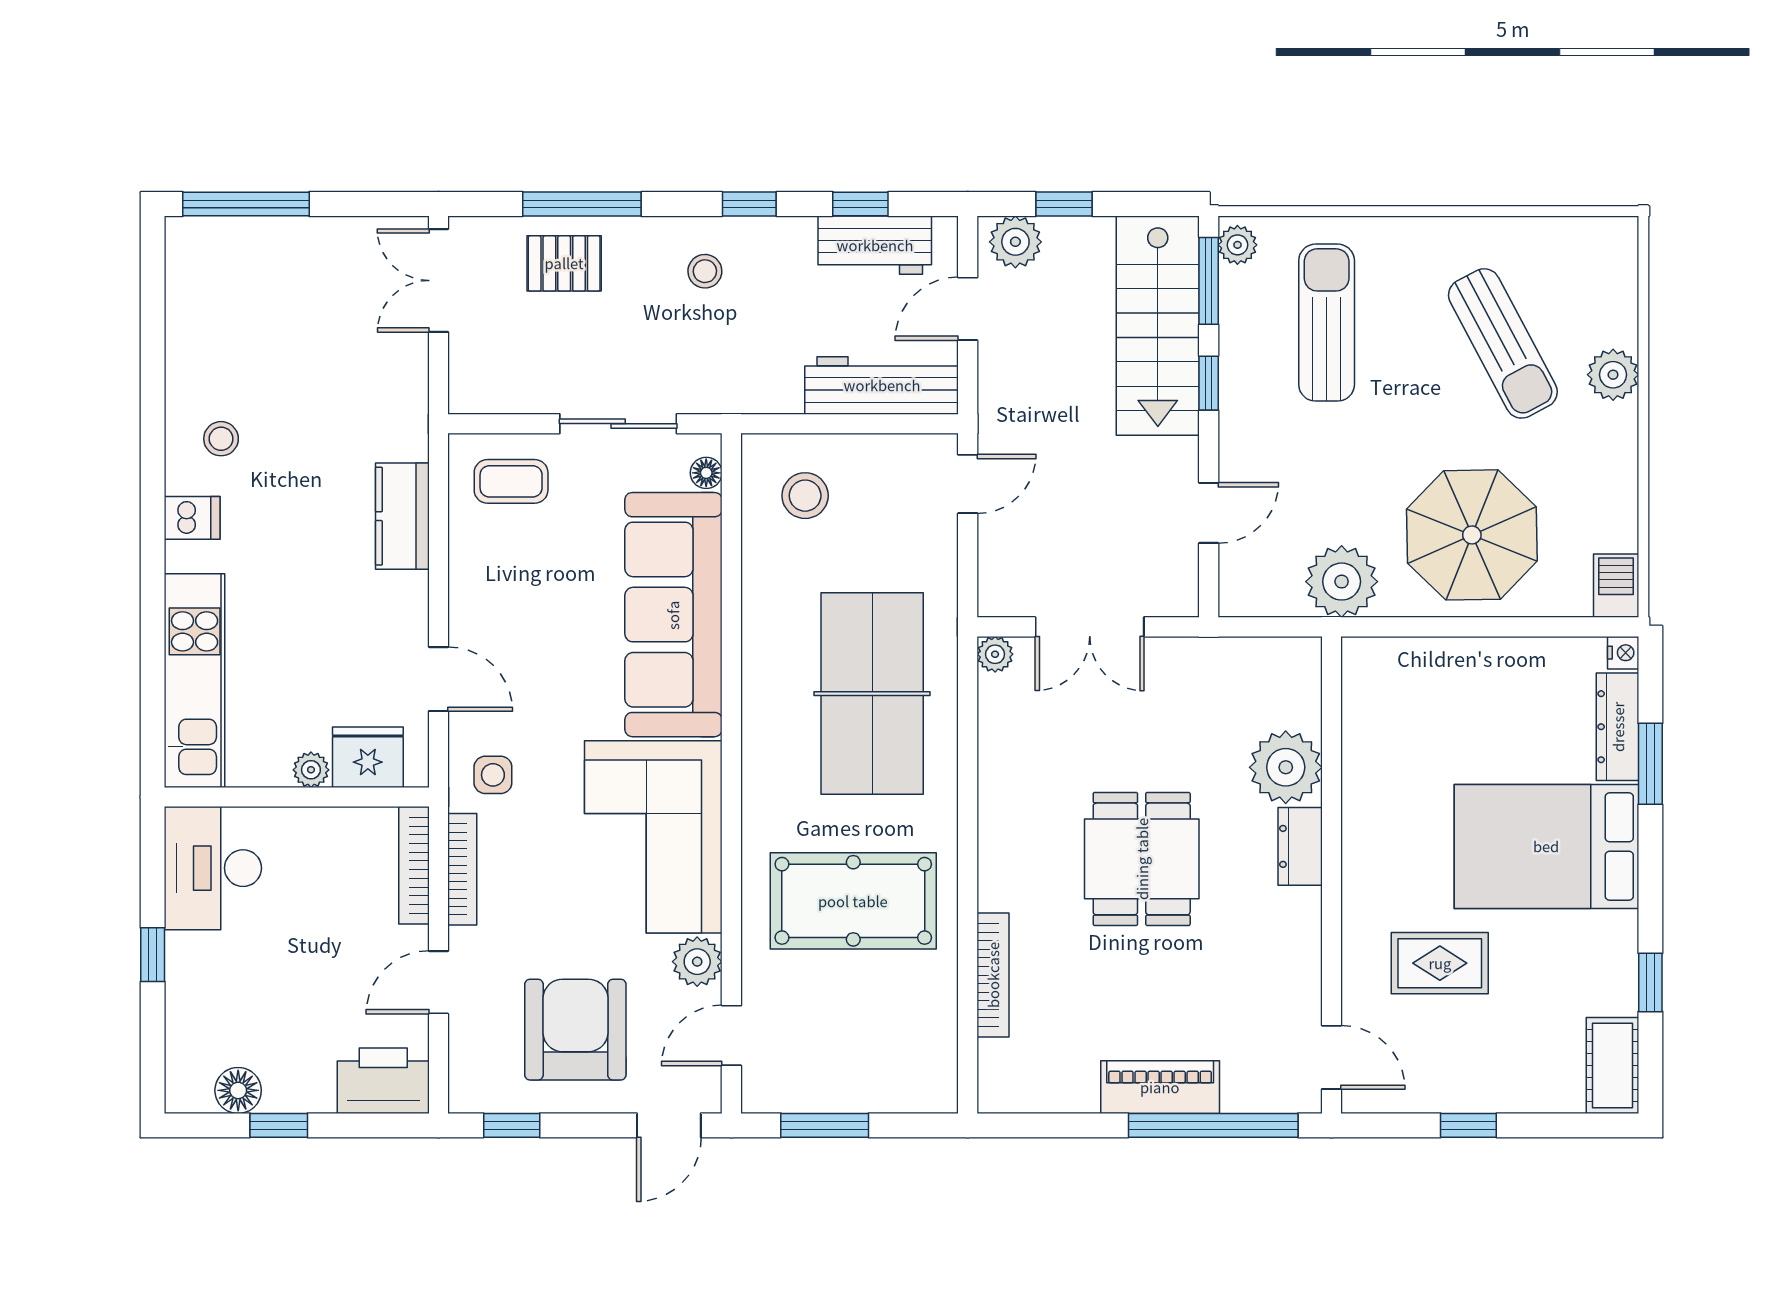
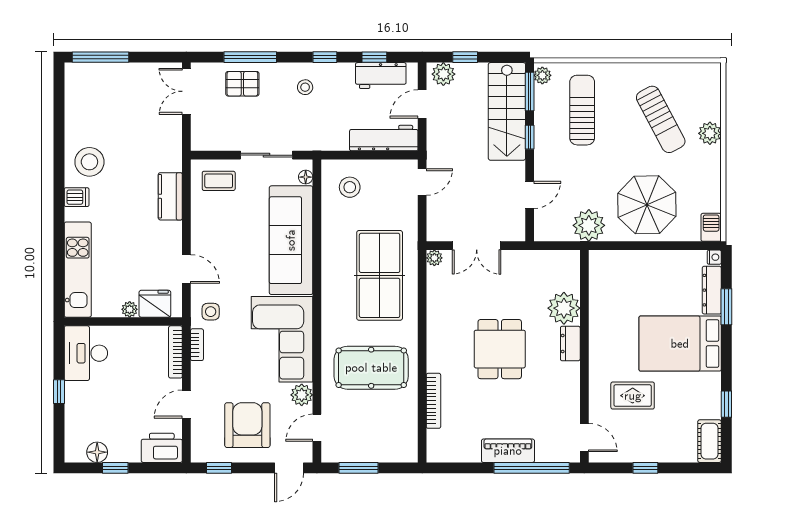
stool: (221, 439) -> (89, 162), width x1.89, depth x1.89
bookcase: (462, 869) -> (197, 345), width x0.64

